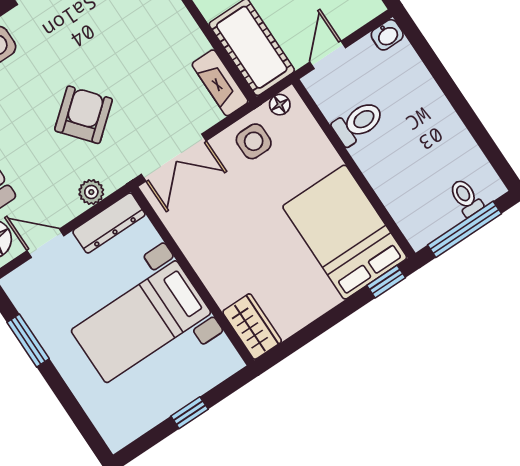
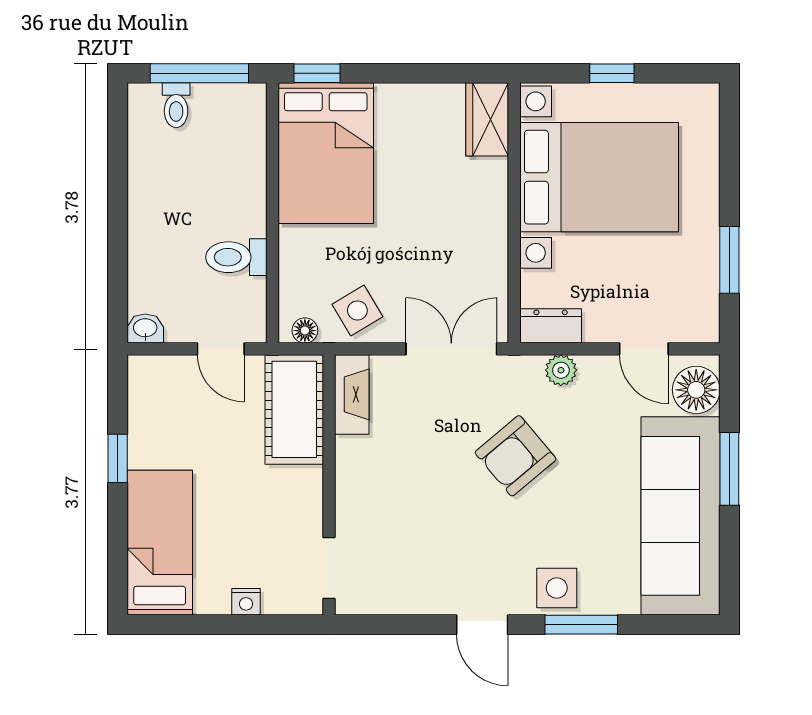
door: (328, 55) -> (221, 349), hinge flipped
side table: (254, 141) -> (357, 310), turned -31
dresser: (109, 223) -> (551, 326), width x0.70
bed with nightstands: (141, 322) -> (599, 177), width x1.36

